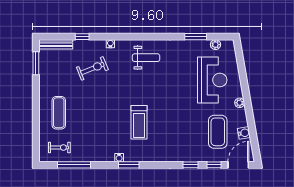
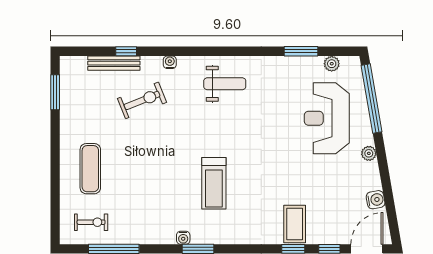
bench: (56, 44) -> (114, 63), moved
window: (241, 67) -> (372, 99), added
reception desk: (212, 80) -> (327, 118), turned 180
coffee table: (218, 132) -> (295, 224), moved, width x0.73, depth x0.76

